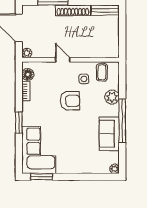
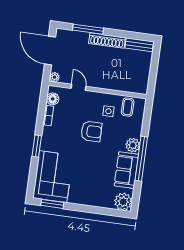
door: (63, 60) -> (79, 87), moved
plant: (112, 97) -> (133, 145), moved
plant: (114, 169) -> (123, 202), width x1.88, depth x1.88

